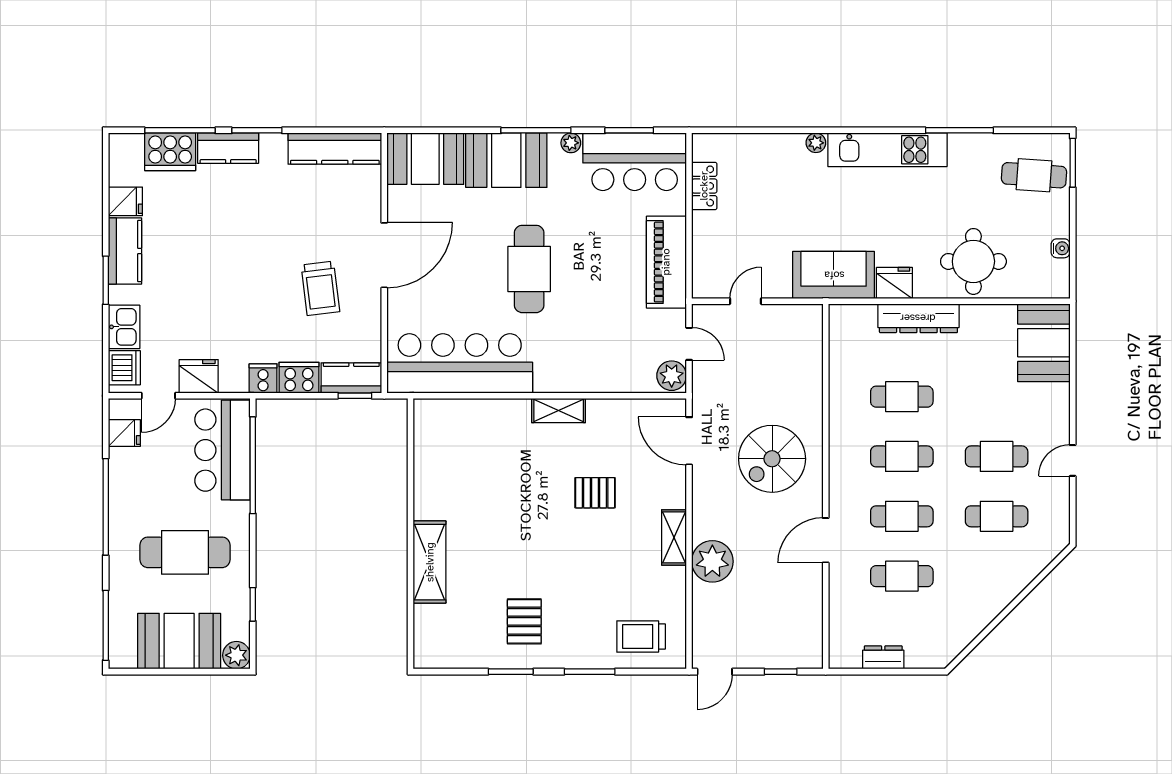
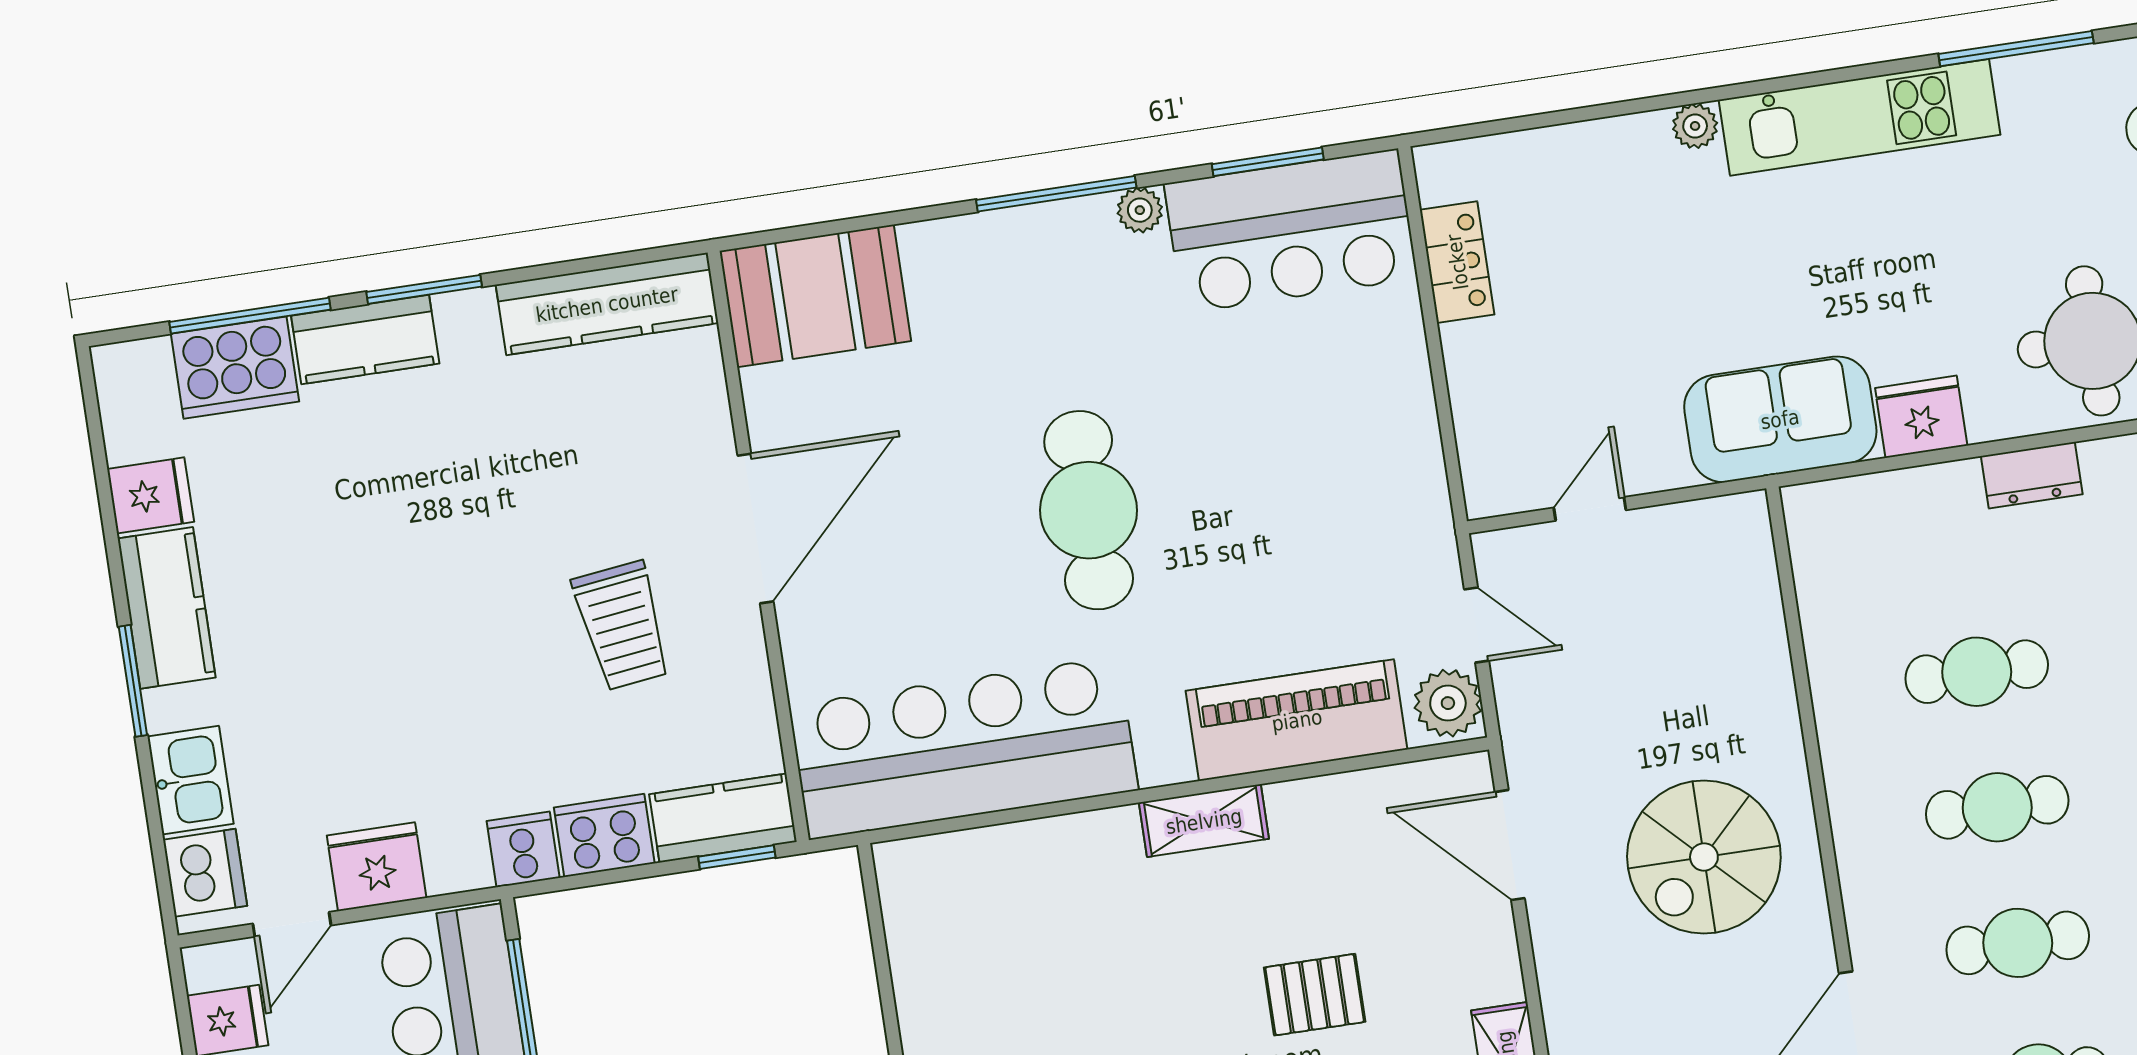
booth: (506, 160) -> (1000, 272), removed
piano: (666, 262) -> (1297, 720), moved, turned 90
dresser: (918, 318) -> (2032, 475), width x0.51, depth x0.80

